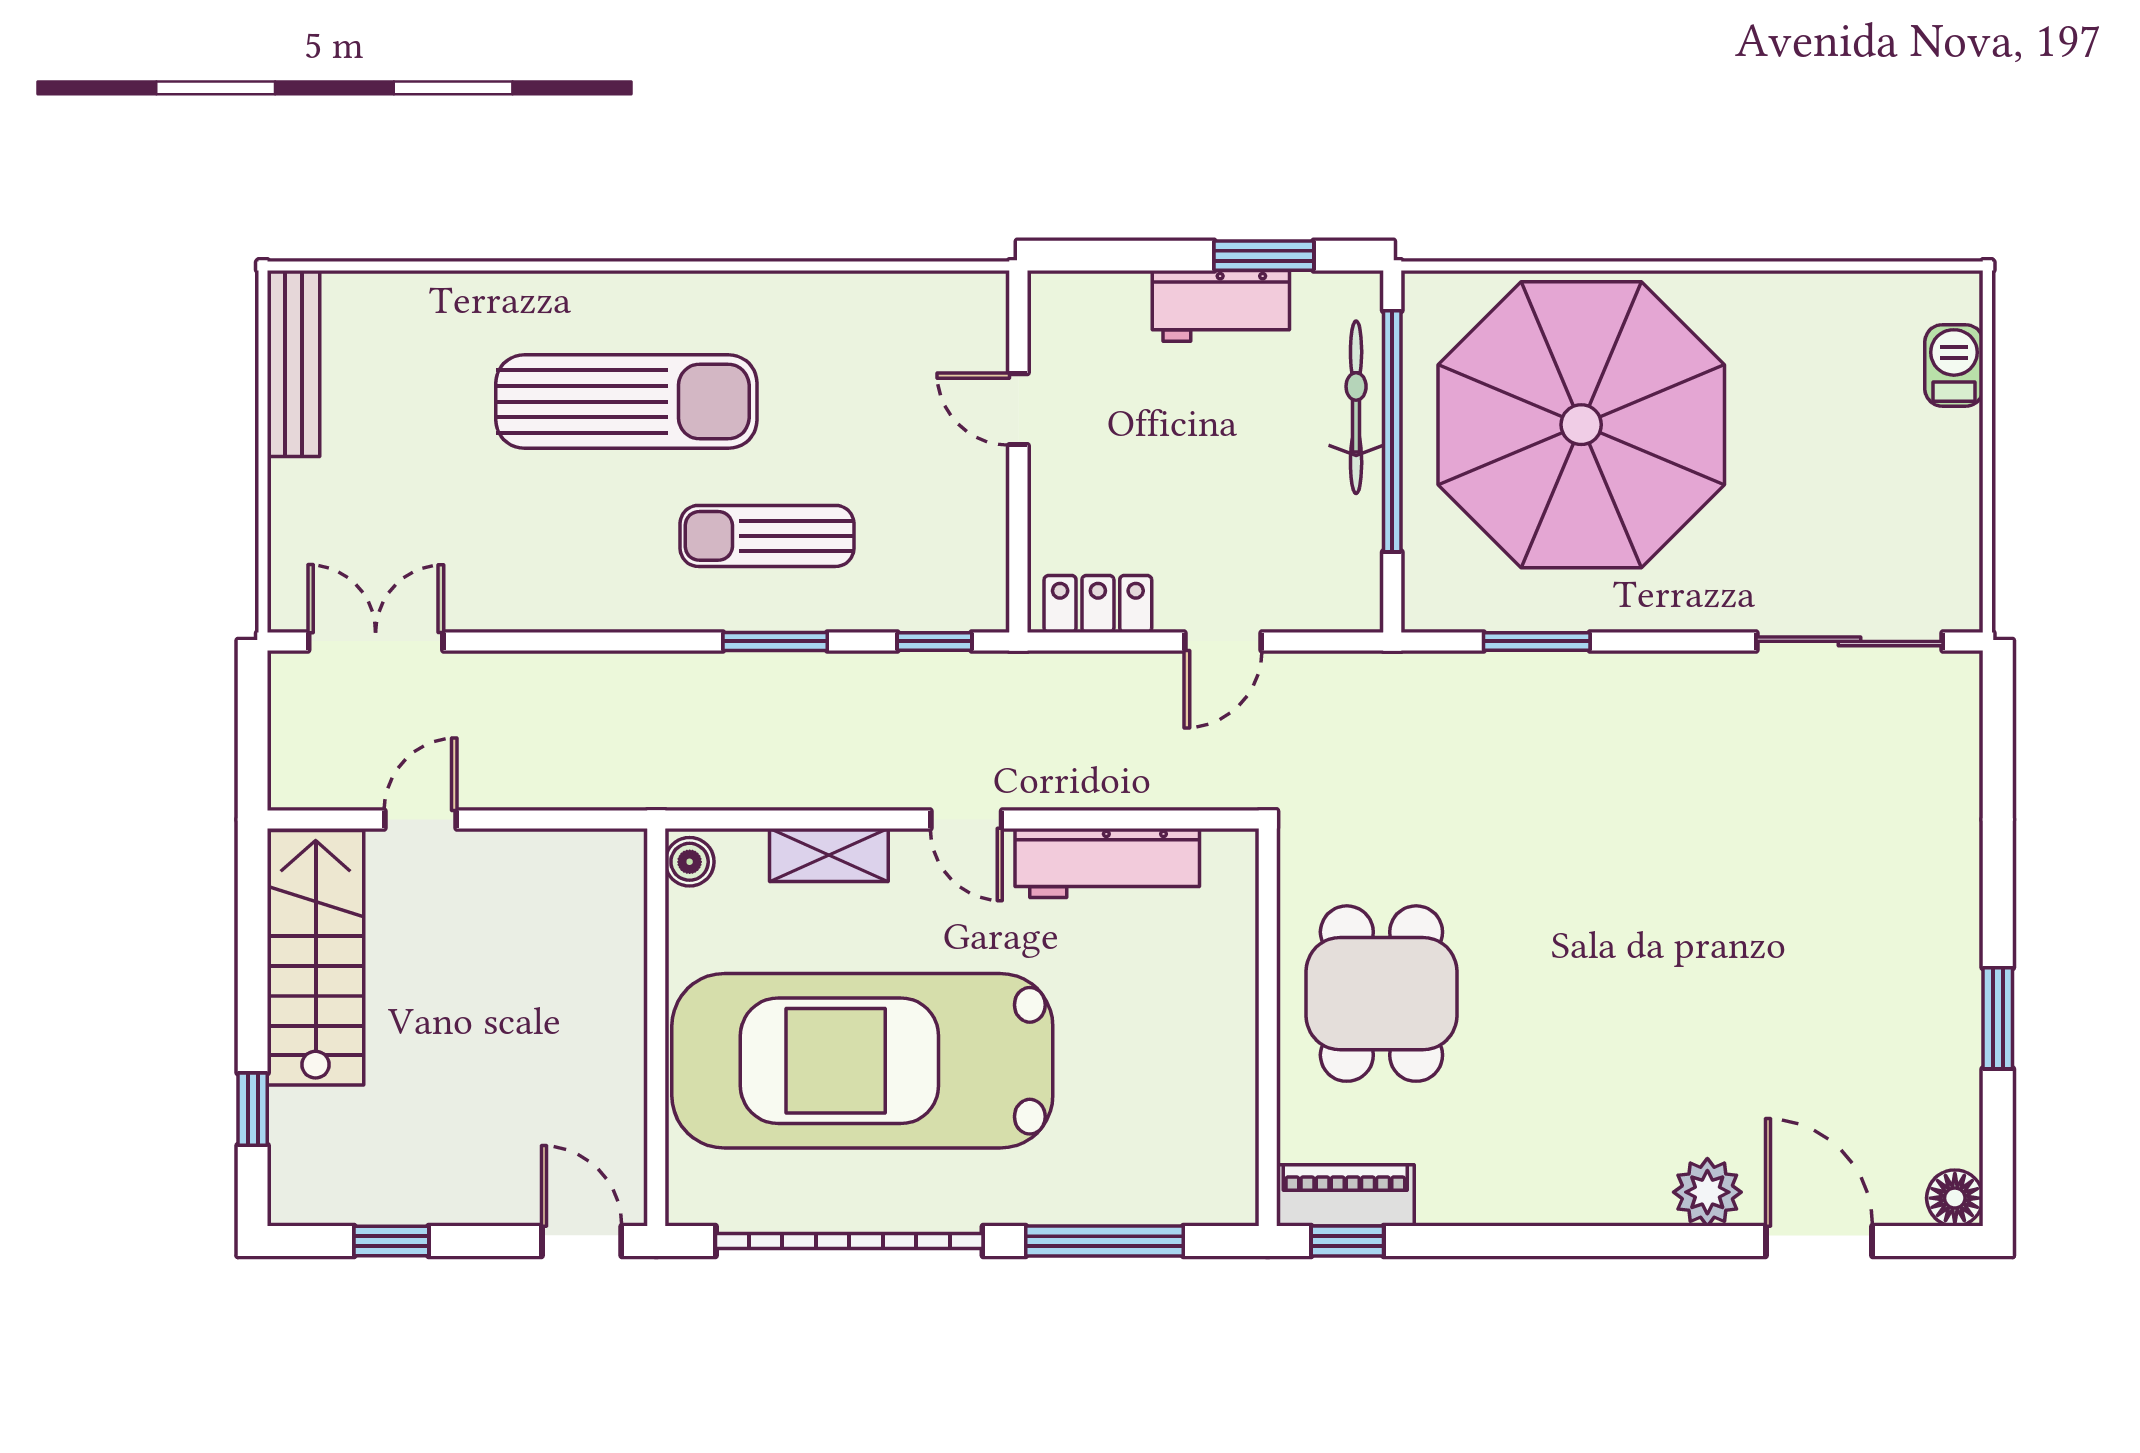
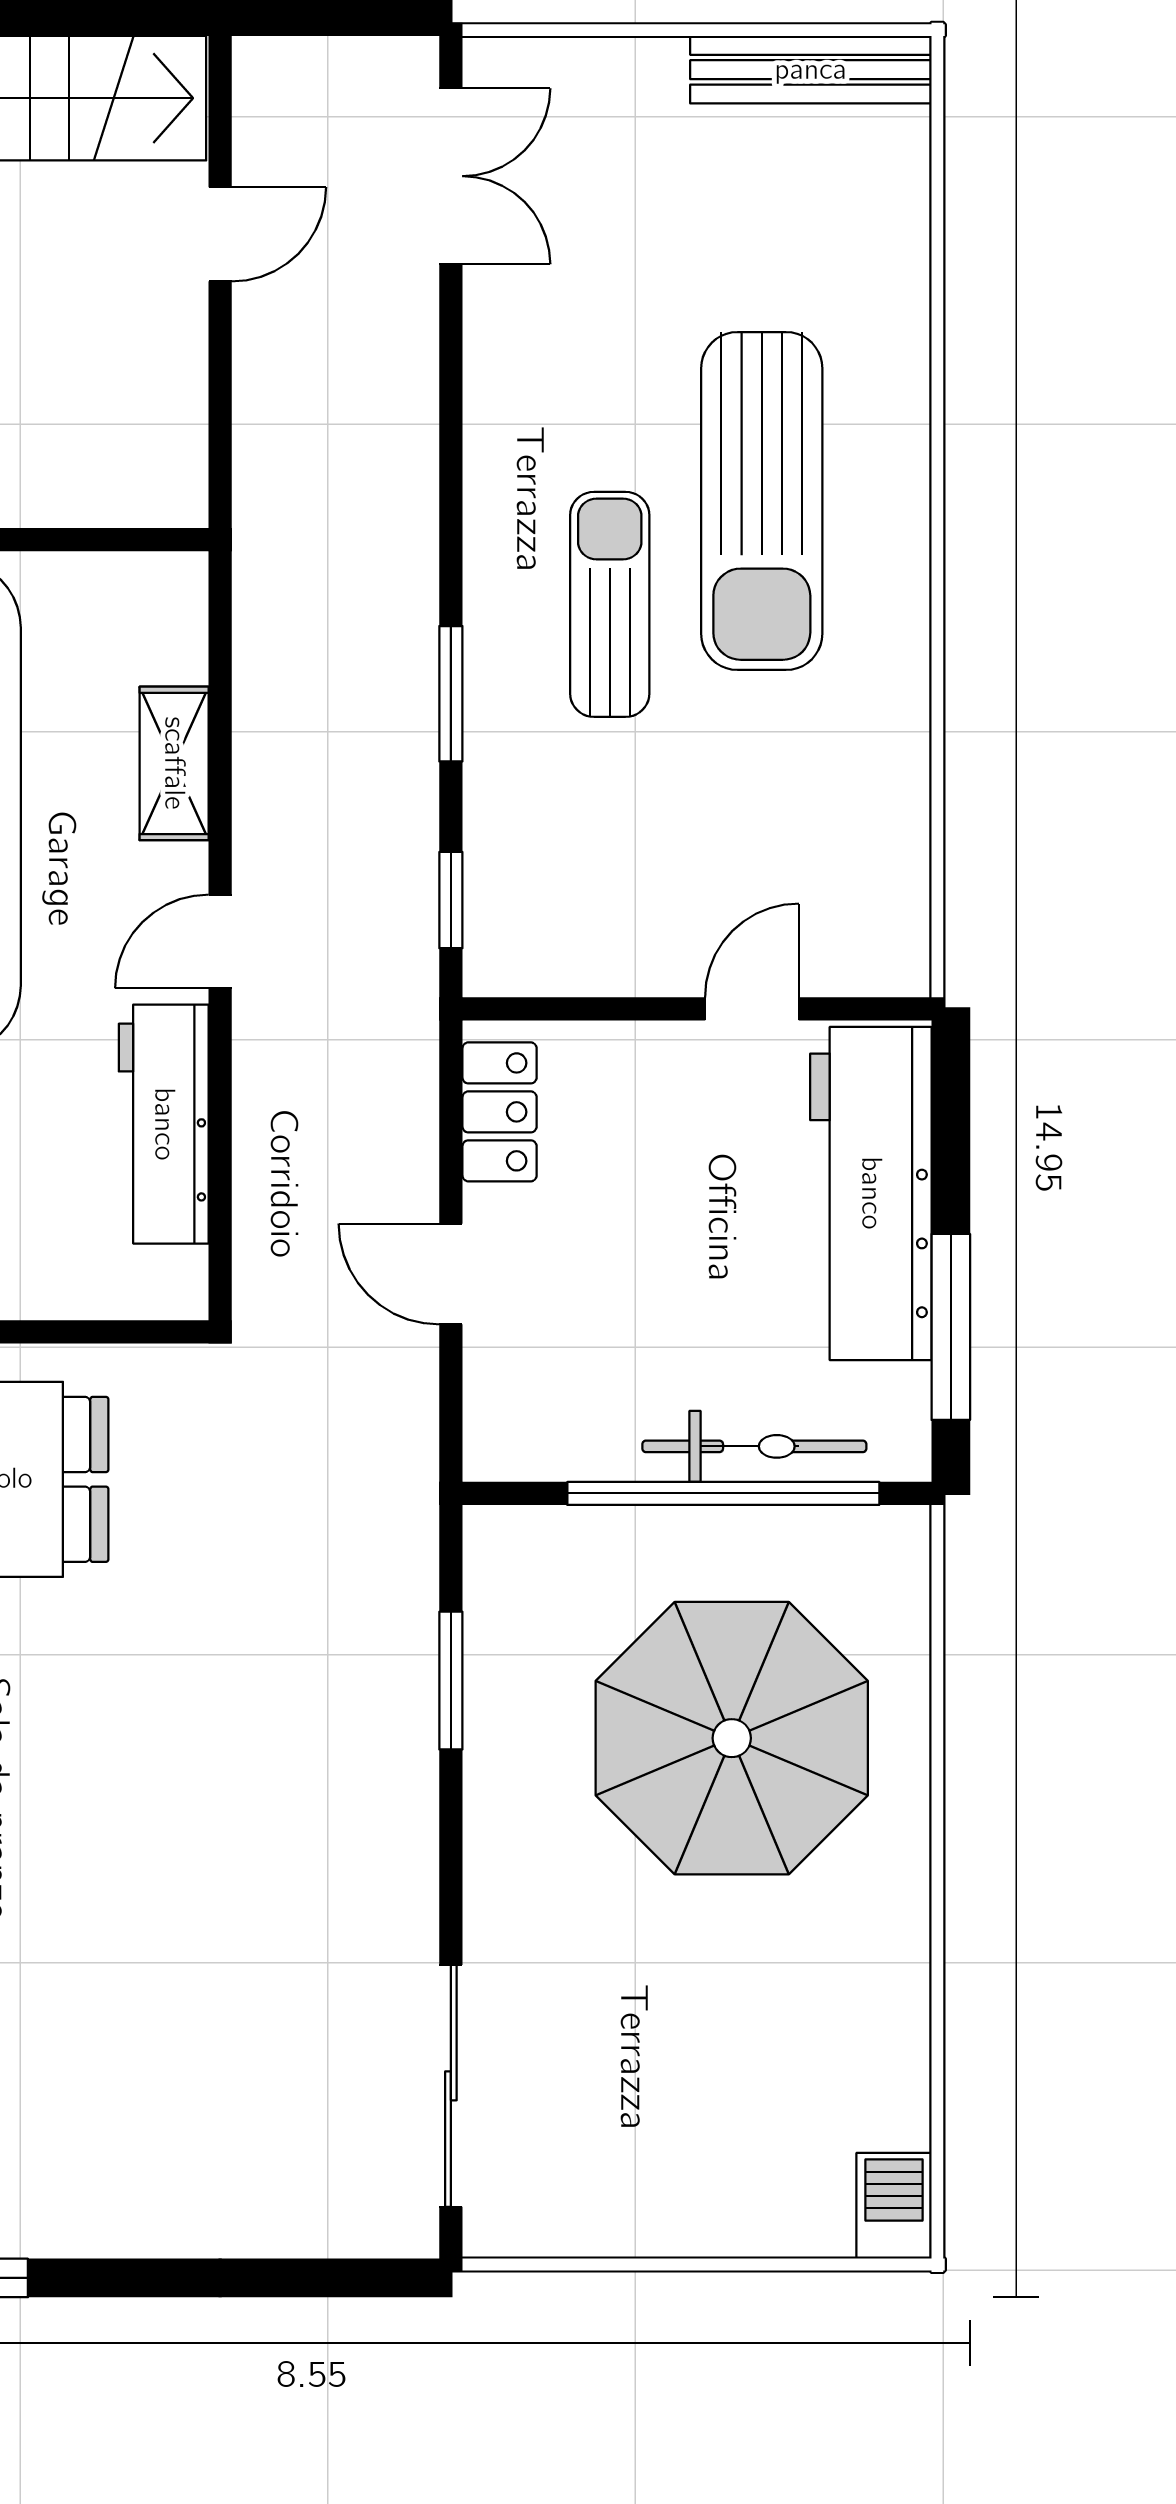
window: (1264, 256) -> (951, 1327), width x1.44
workbench: (1221, 306) -> (871, 1193), width x1.88, depth x1.32
barbecue: (1954, 365) -> (894, 2206), moved, turned -90
parasol: (1581, 425) -> (732, 1738), width x0.73, depth x0.73
sun lounger: (767, 536) -> (610, 604), moved
door: (421, 820) -> (220, 234), hinge flipped
boiler: (690, 862) -> (165, 583), removed

